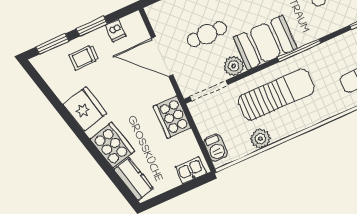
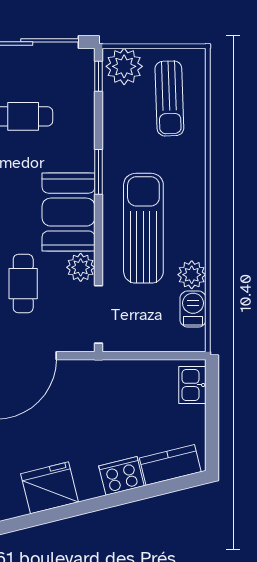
window: (299, 50) -> (98, 172), width x0.69
cooker: (172, 117) -> (112, 378), removed
cooker: (112, 145) -> (121, 476), width x0.73, depth x0.76
barbecue: (216, 148) -> (193, 309), moved, turned -90

